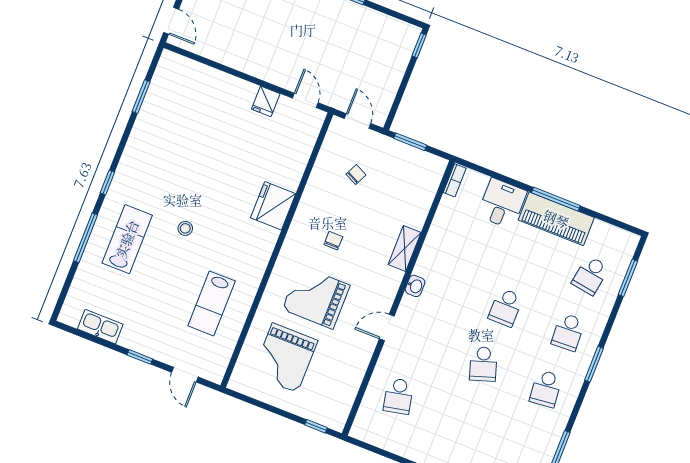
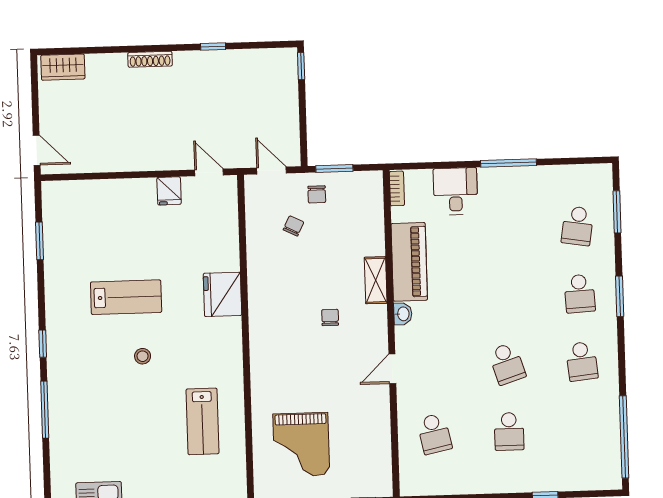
chair: (387, 157) -> (317, 194), added
piano: (556, 219) -> (409, 262), moved, turned -90
lab bench: (127, 239) -> (126, 297), moved, turned 90
chair: (333, 241) -> (330, 317), moved
grand piano: (316, 297) -> (307, 369), removed
school desk: (506, 307) -> (509, 431), moved
window: (594, 364) -> (620, 296), moved

